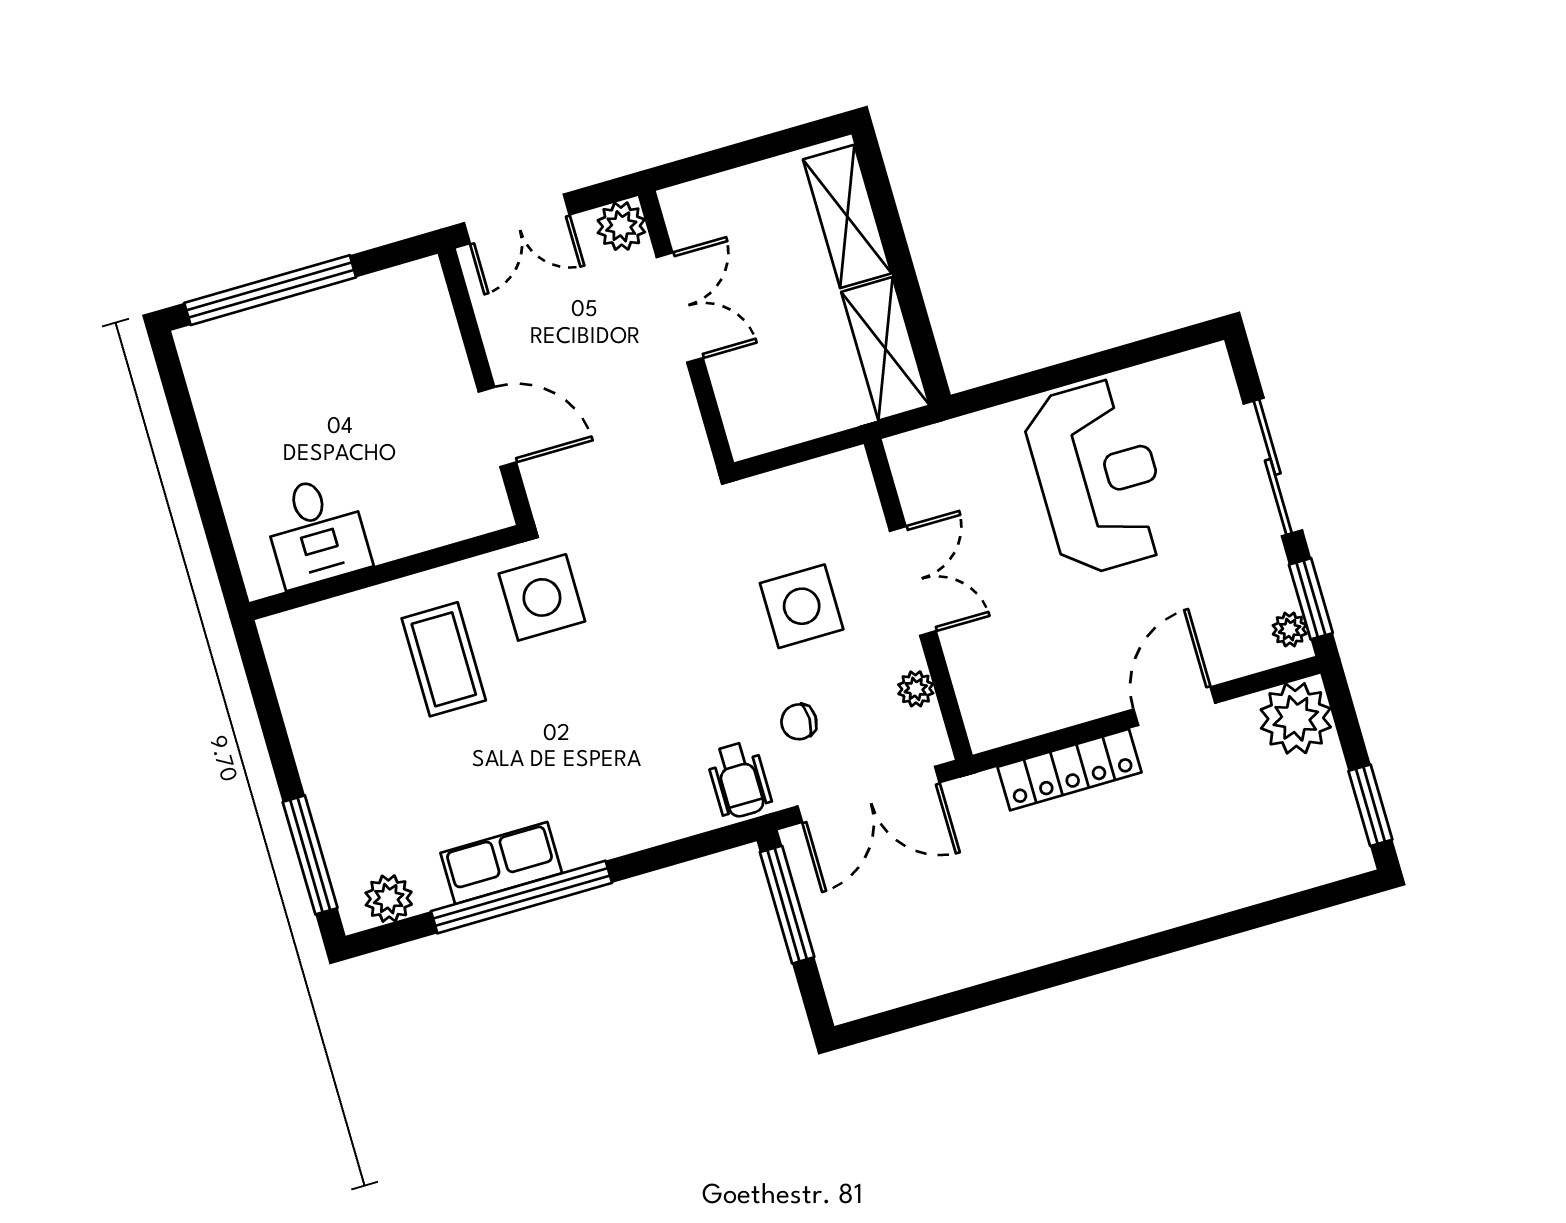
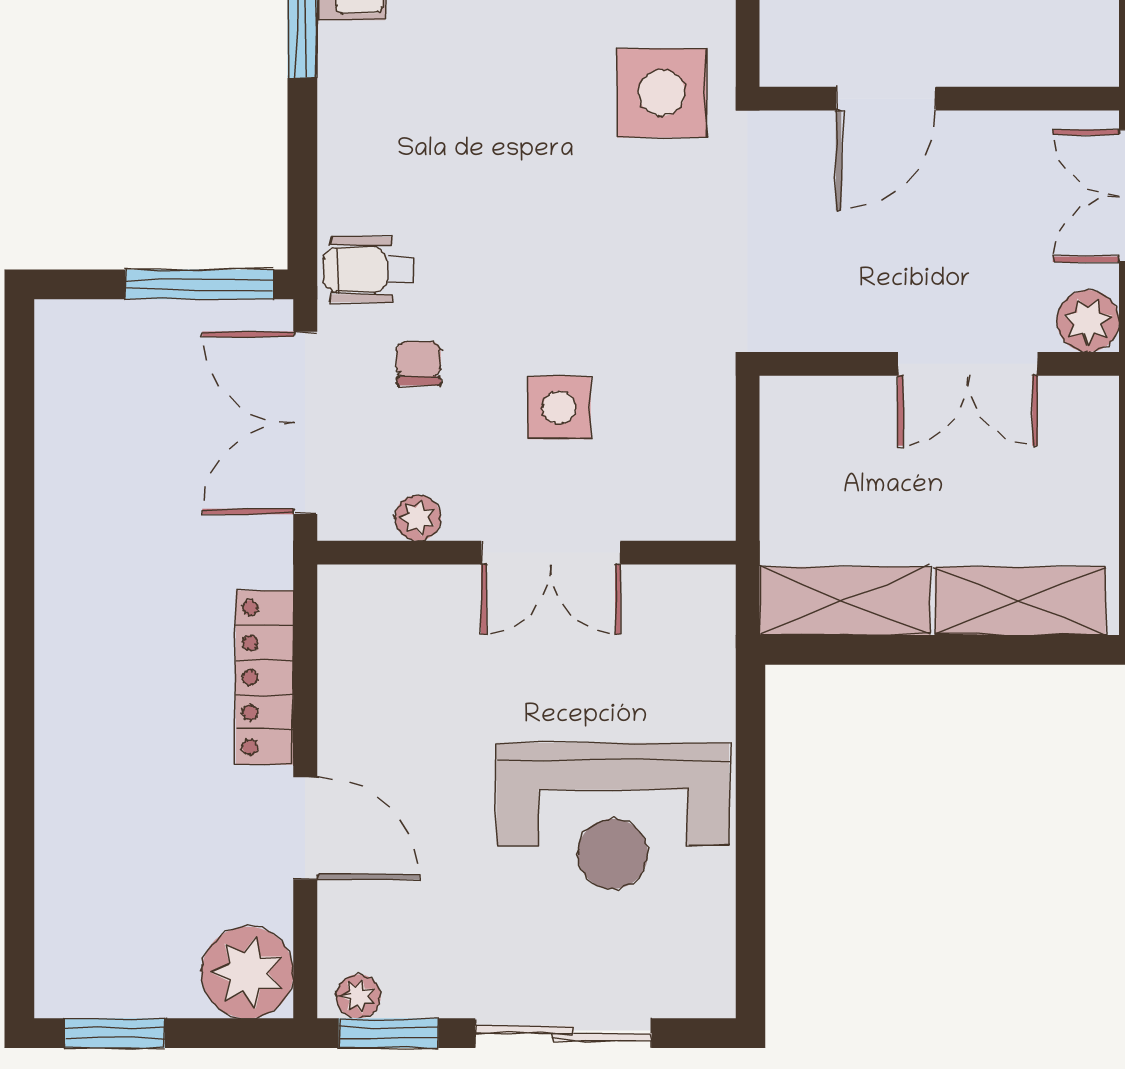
side table: (802, 606) -> (559, 408), width x0.73, depth x0.73

